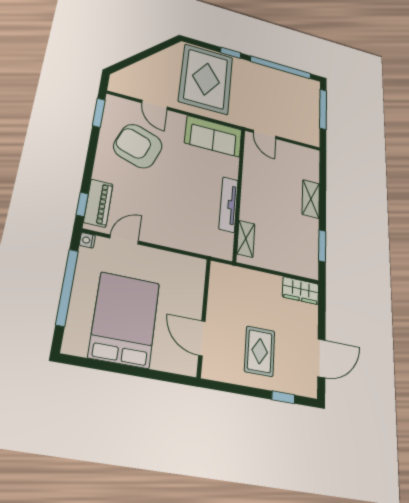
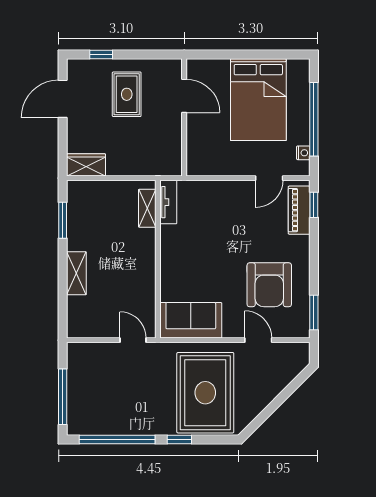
armchair: (138, 146) -> (269, 285), turned 70
tv unit: (229, 204) -> (168, 202), moved, width x0.71
nightstand: (87, 240) -> (303, 153), moved

